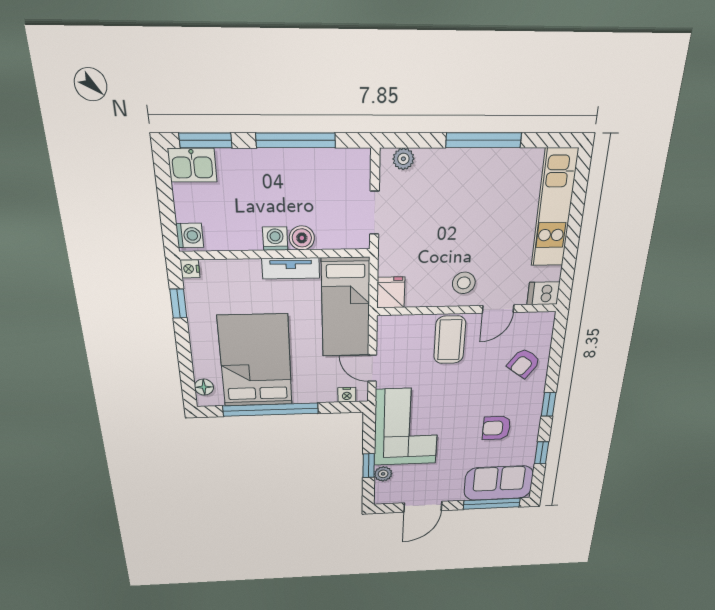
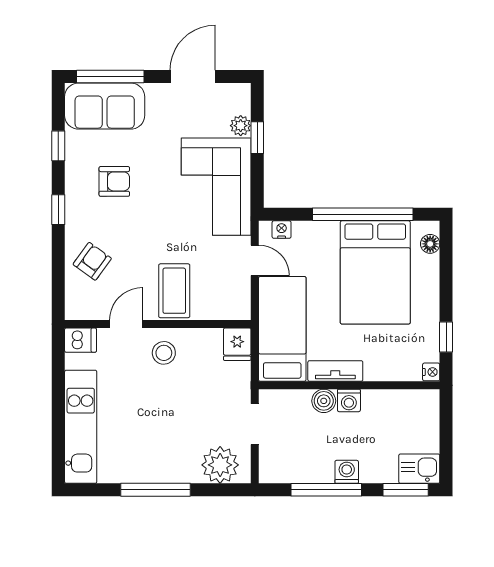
plant: (403, 159) -> (220, 465), width x1.87, depth x1.87
washing machine: (190, 235) -> (347, 472), moved, turned 90

